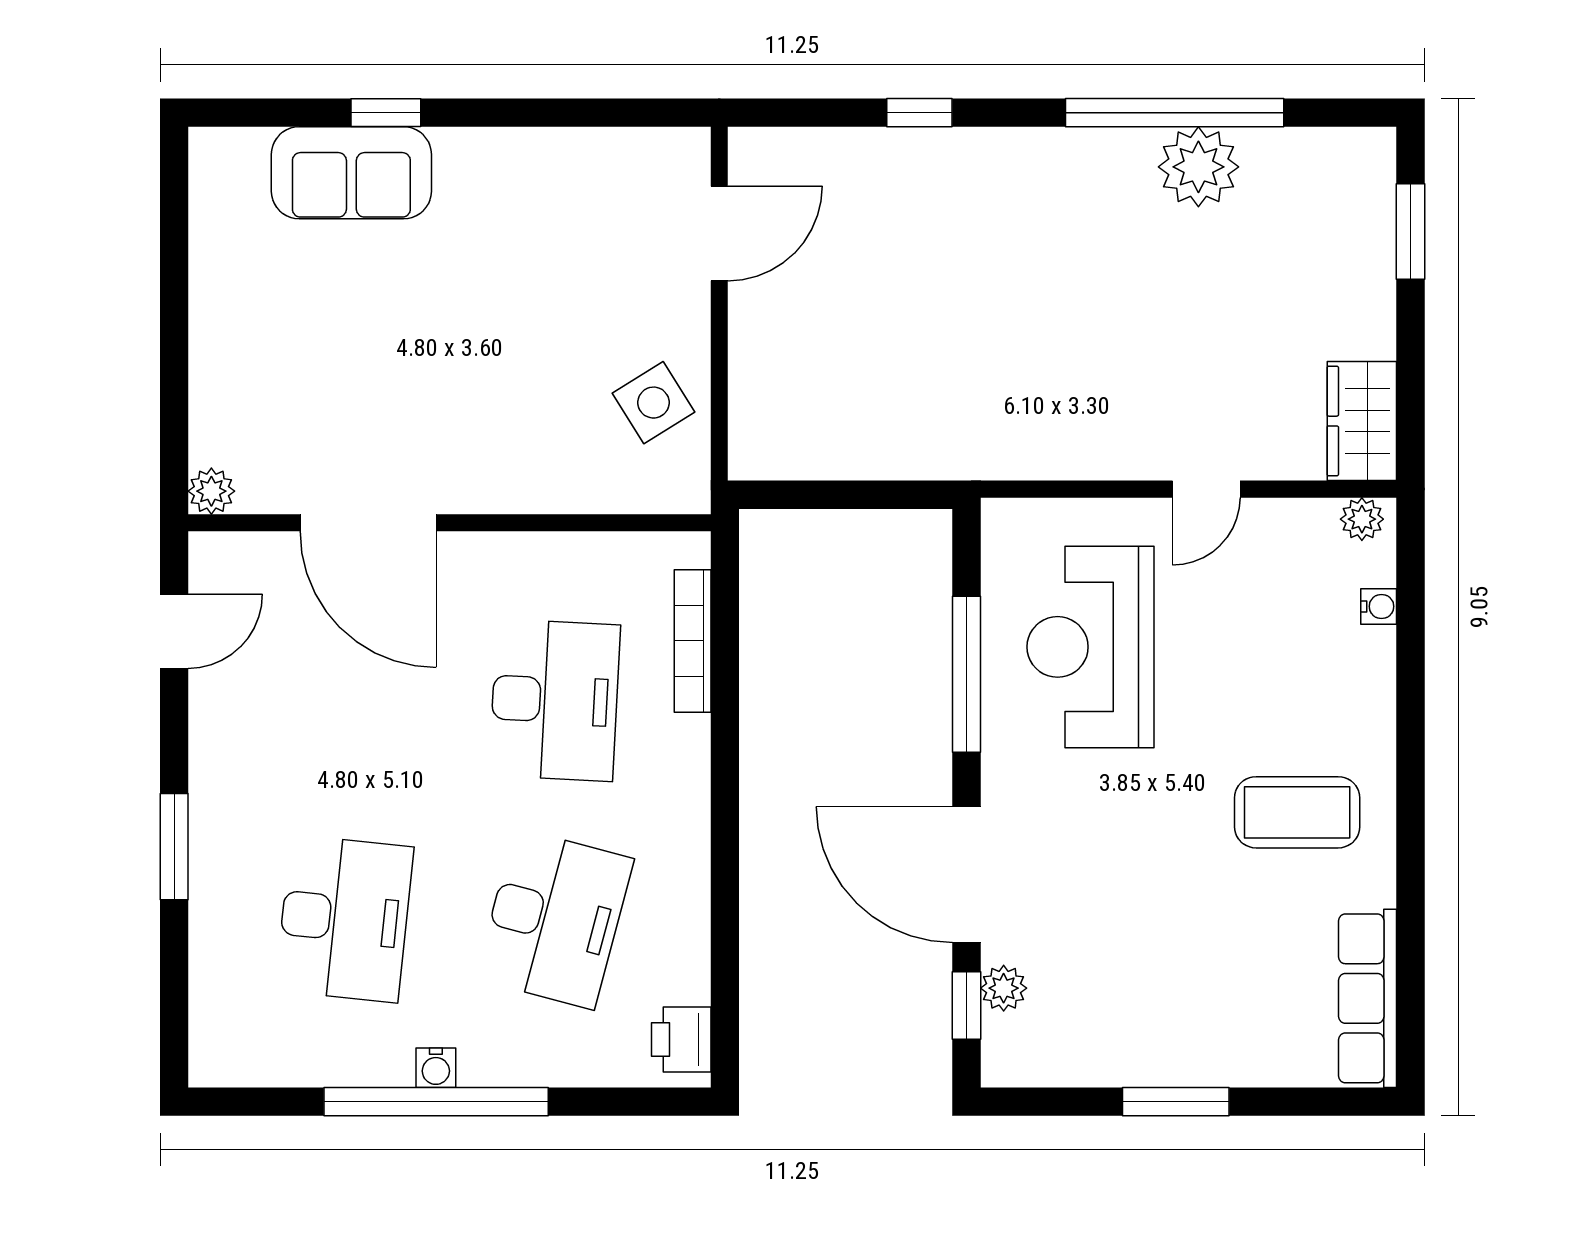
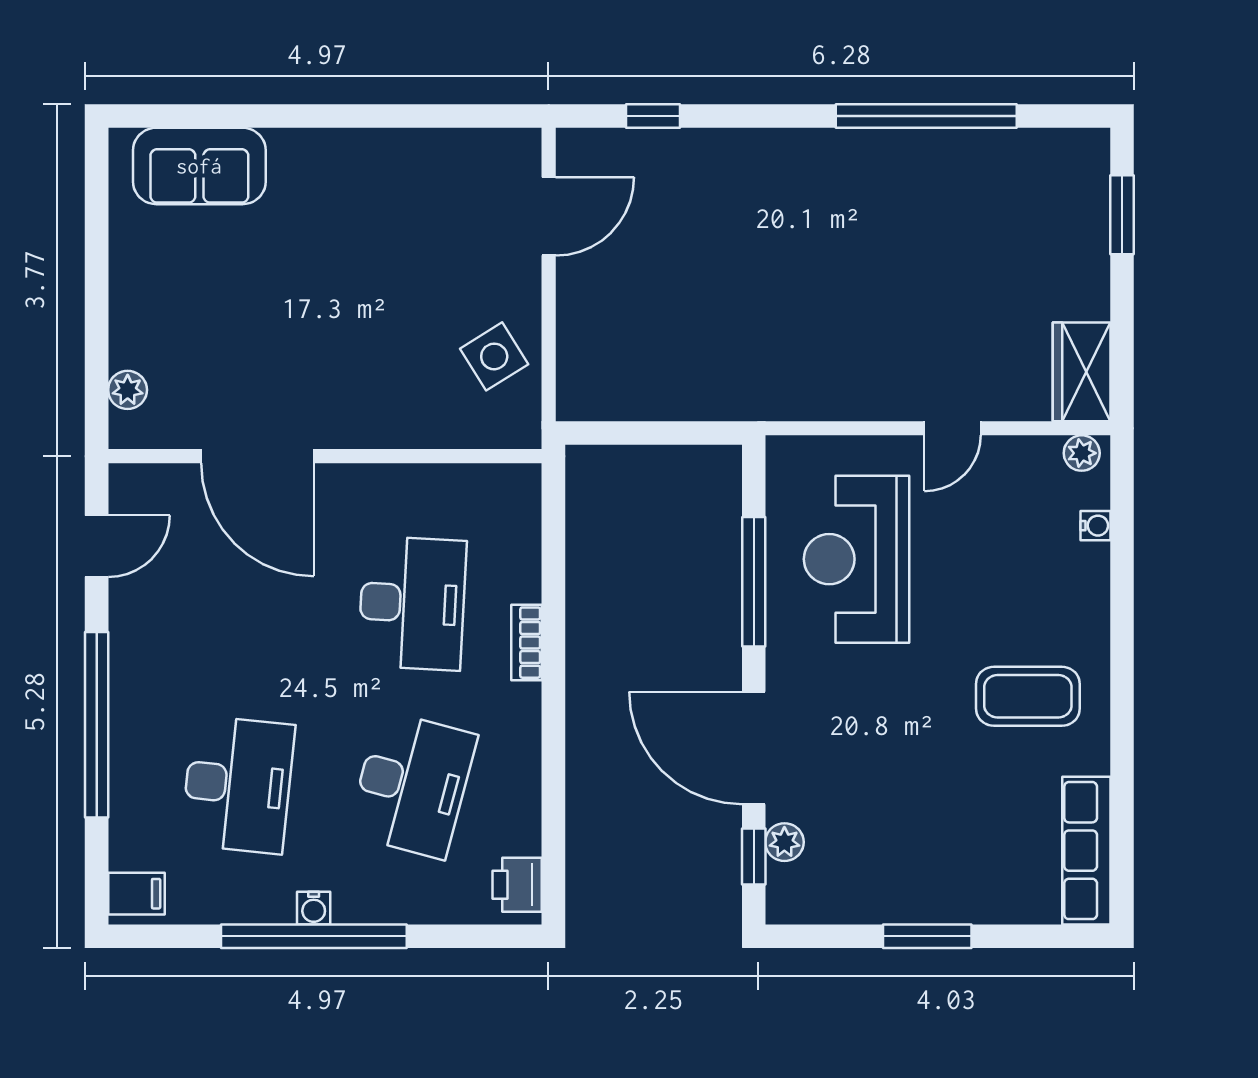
window: (386, 113) -> (272, 116), removed
window: (919, 113) -> (653, 116), moved
plant: (1198, 167) -> (946, 161), removed
sofa: (351, 173) -> (199, 166), moved
plant: (211, 491) -> (128, 390), moved
bookcase: (693, 641) -> (527, 643), moved, width x0.64
window: (174, 847) -> (97, 725), width x2.11
filing cabinet: (222, 1050) -> (136, 894), added

